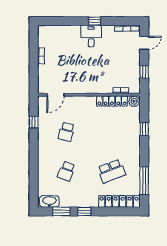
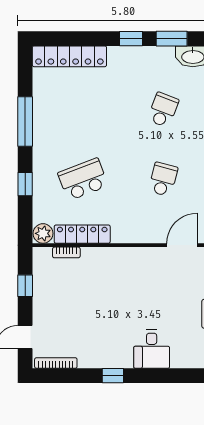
desk: (91, 36) -> (152, 349), moved
school desk: (112, 171) -> (83, 179), moved
window: (144, 181) -> (25, 121), moved

